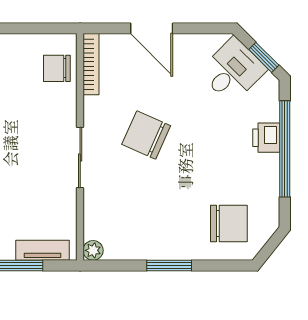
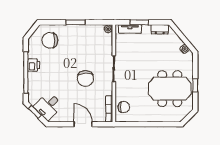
chair: (146, 135) -> (85, 78), turned 66
printer: (266, 138) -> (34, 65), moved

